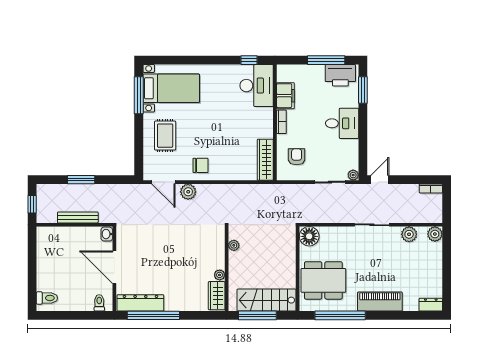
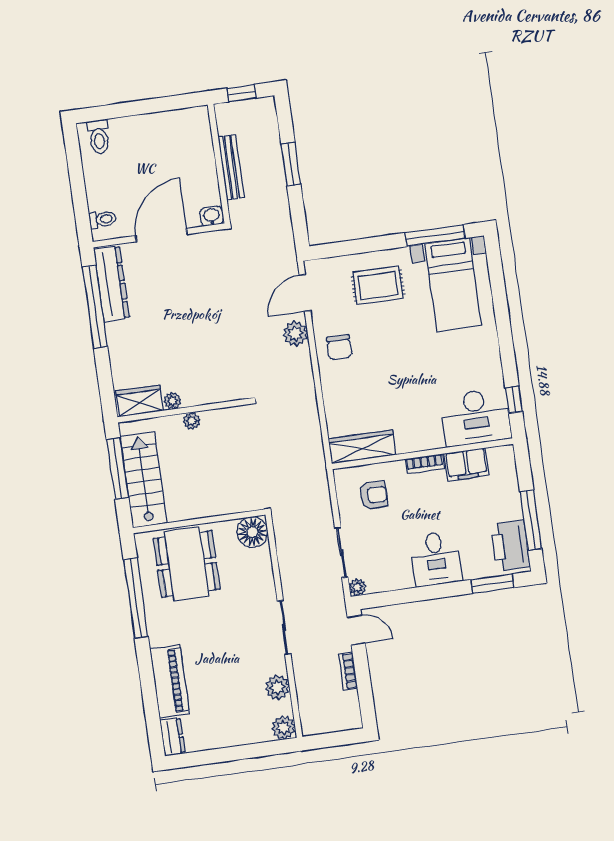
bookcase: (431, 188) -> (348, 671), moved
plant: (234, 245) -> (192, 421), moved
piano: (380, 302) -> (170, 681), moved

